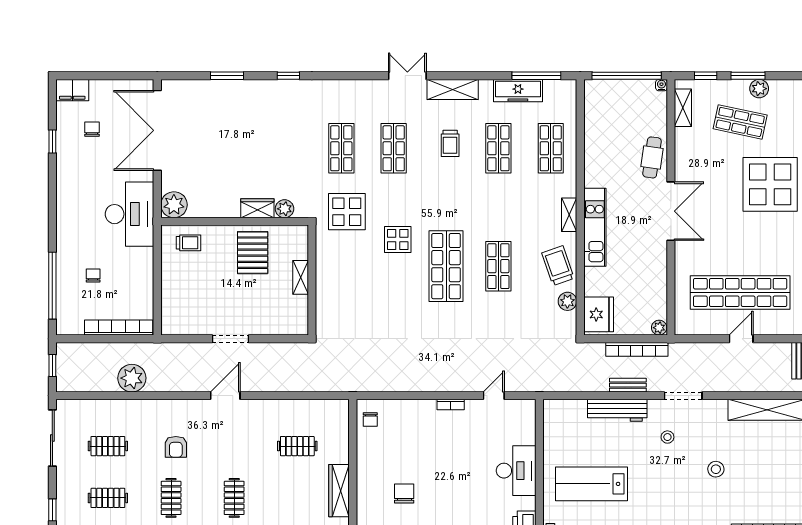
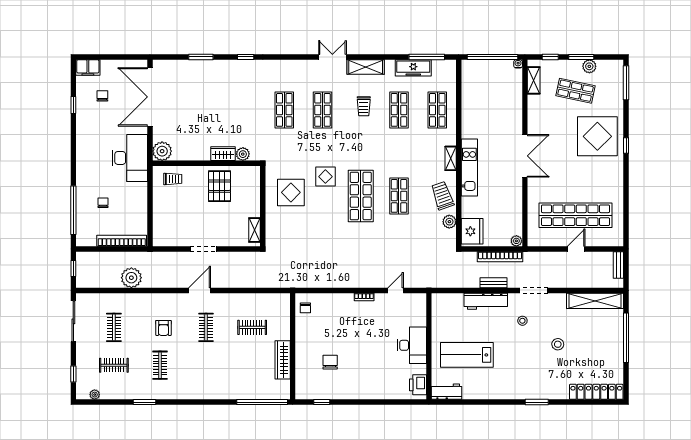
cafe table: (652, 157) -> (511, 117), removed
display table: (347, 212) -> (291, 192), moved
shelving: (301, 277) -> (255, 230), moved
clothes rail: (108, 446) -> (114, 327), turned 90
clothes rail: (234, 498) -> (206, 327), moved

